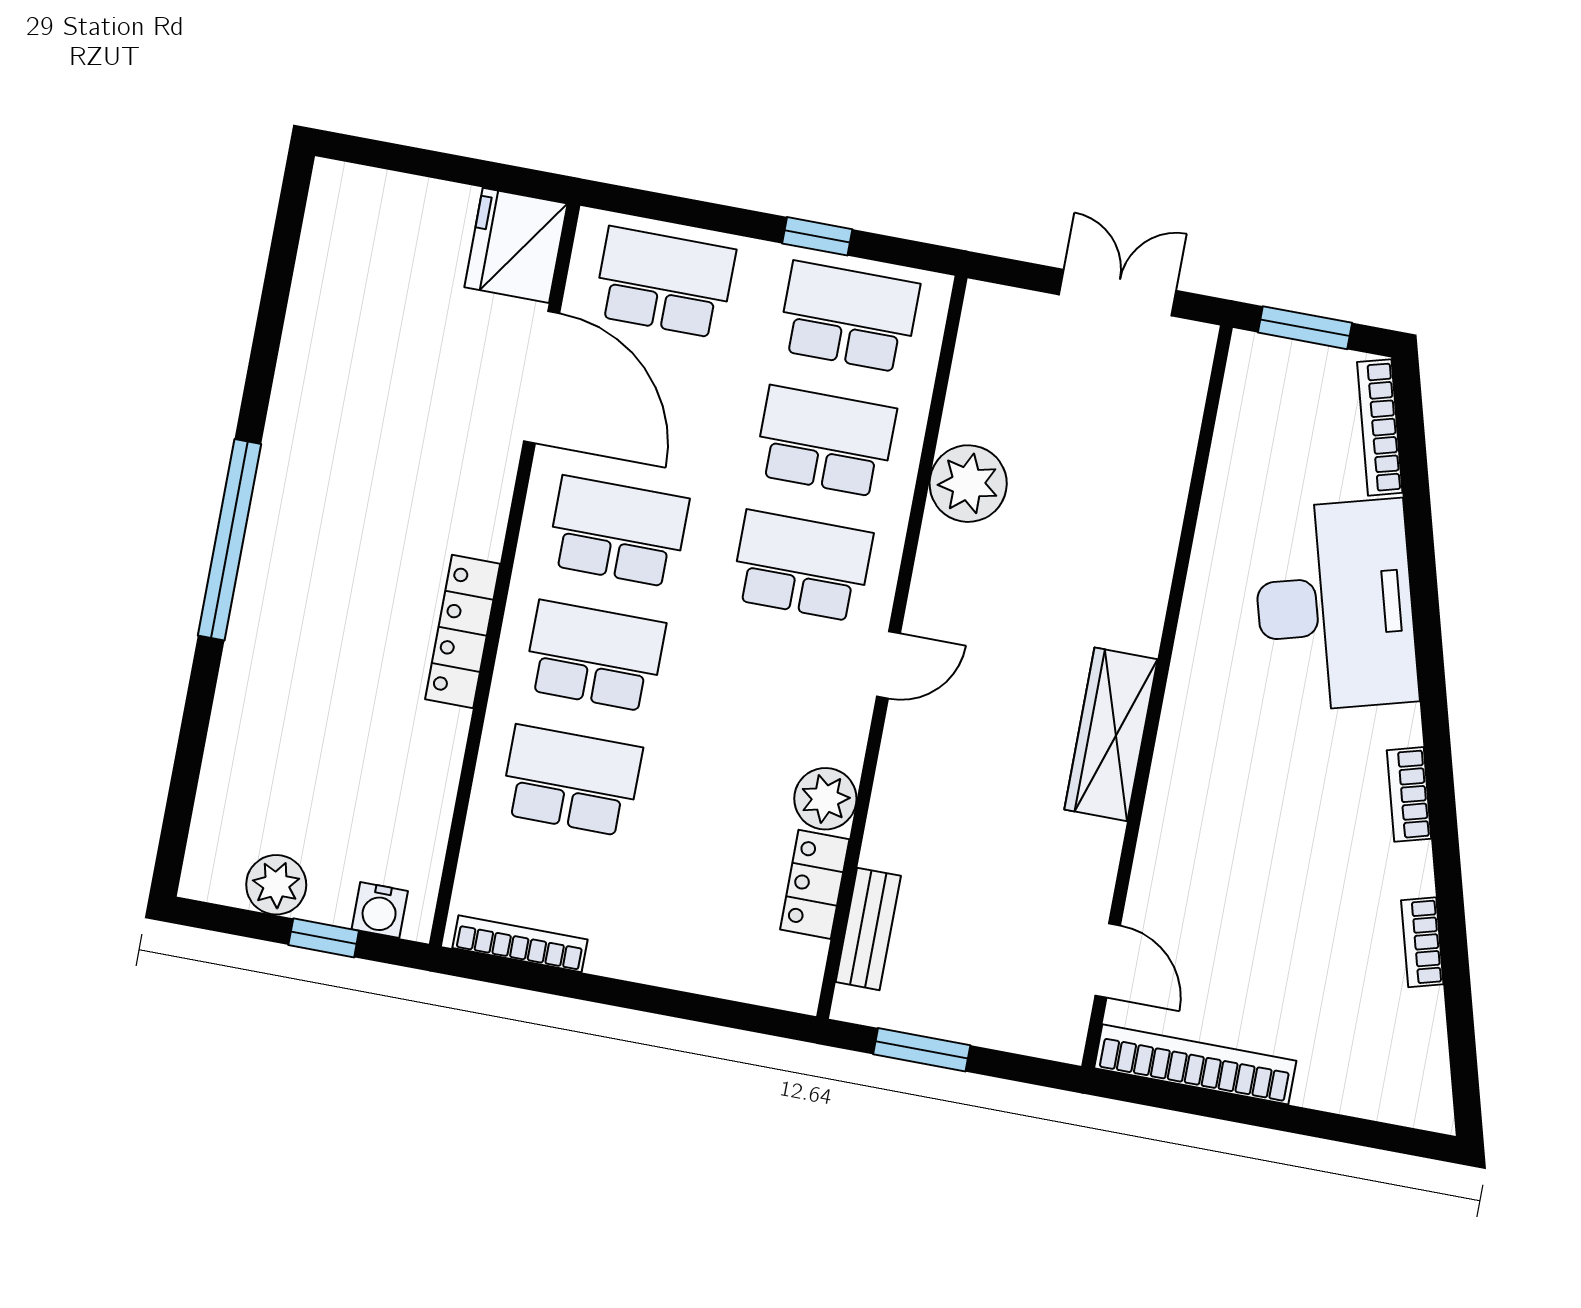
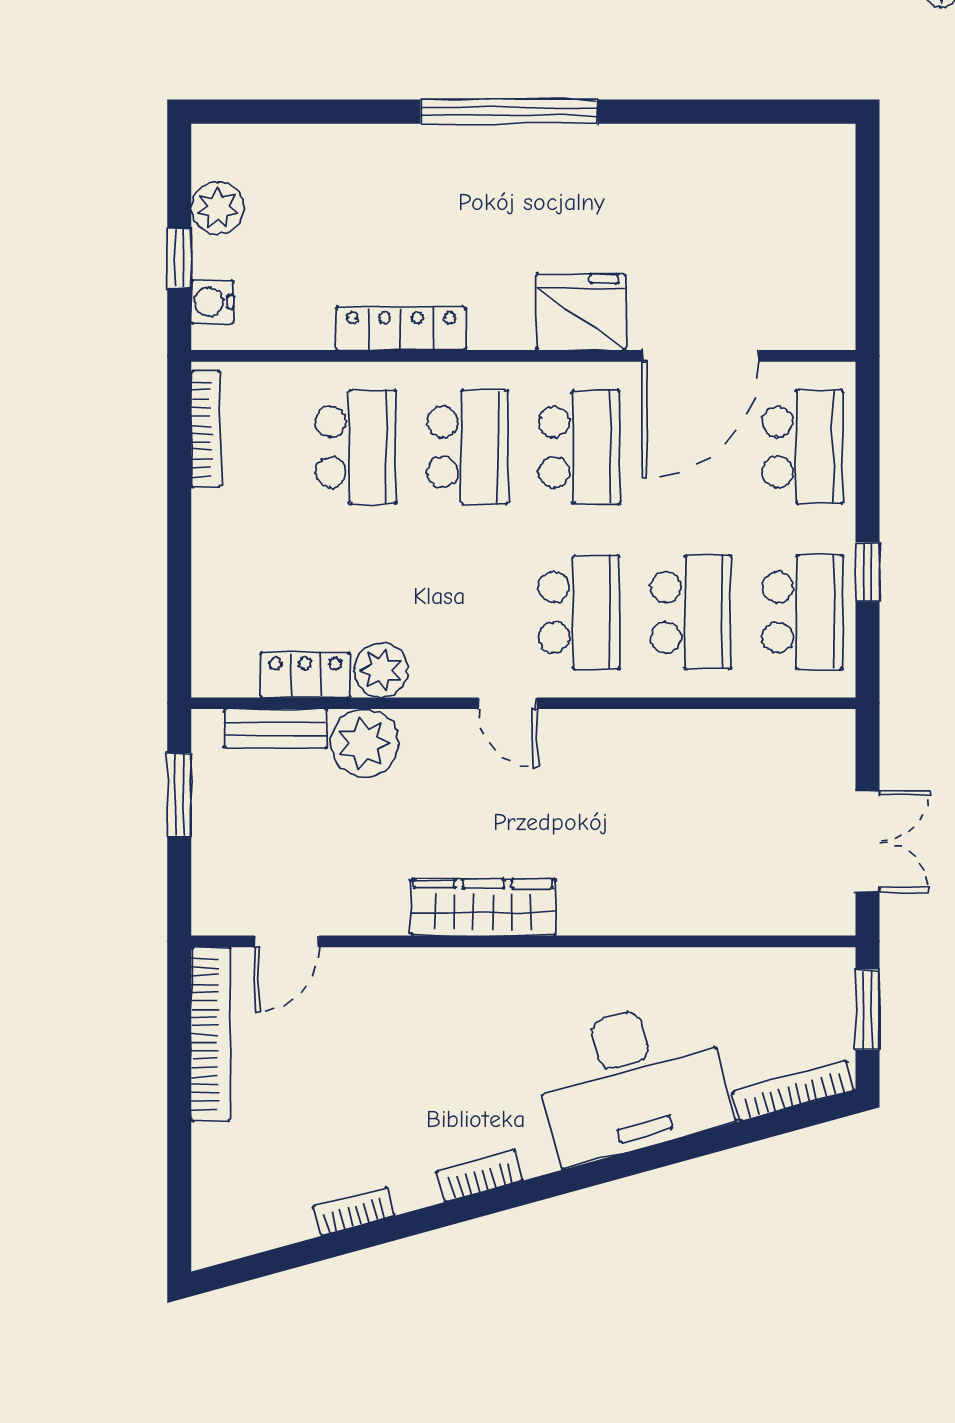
fridge: (516, 245) -> (581, 312), moved
plant: (968, 484) -> (364, 743), moved
locker: (463, 631) -> (401, 329), moved

